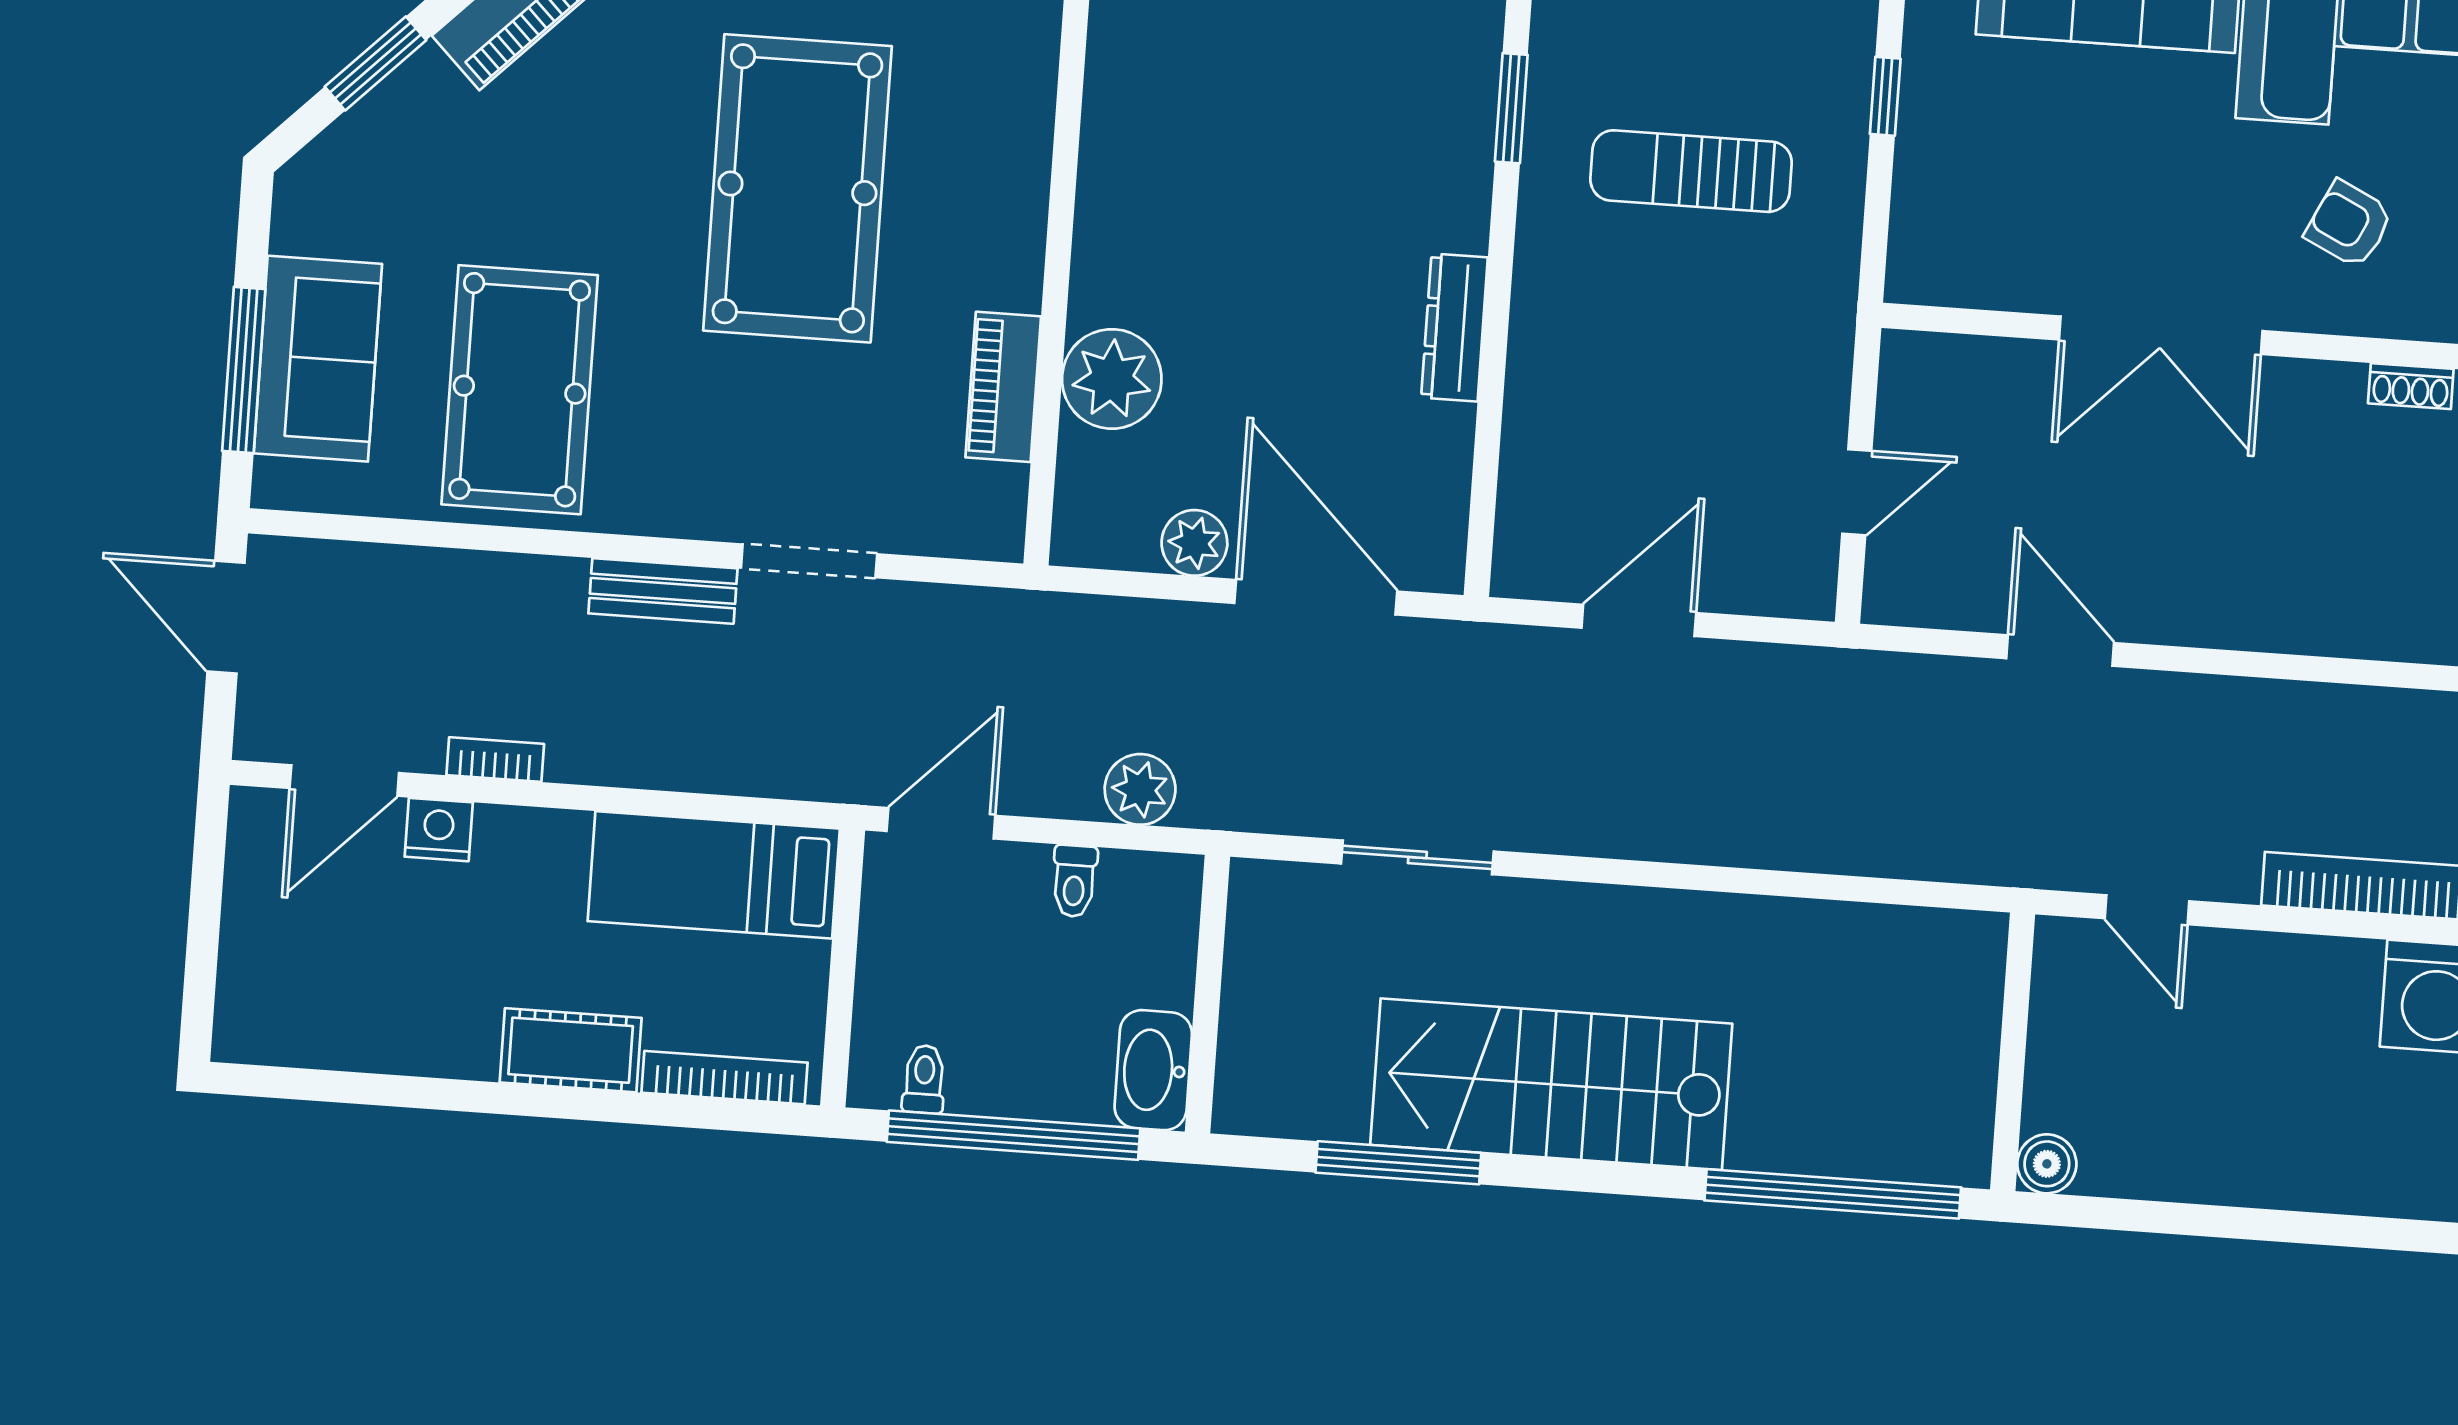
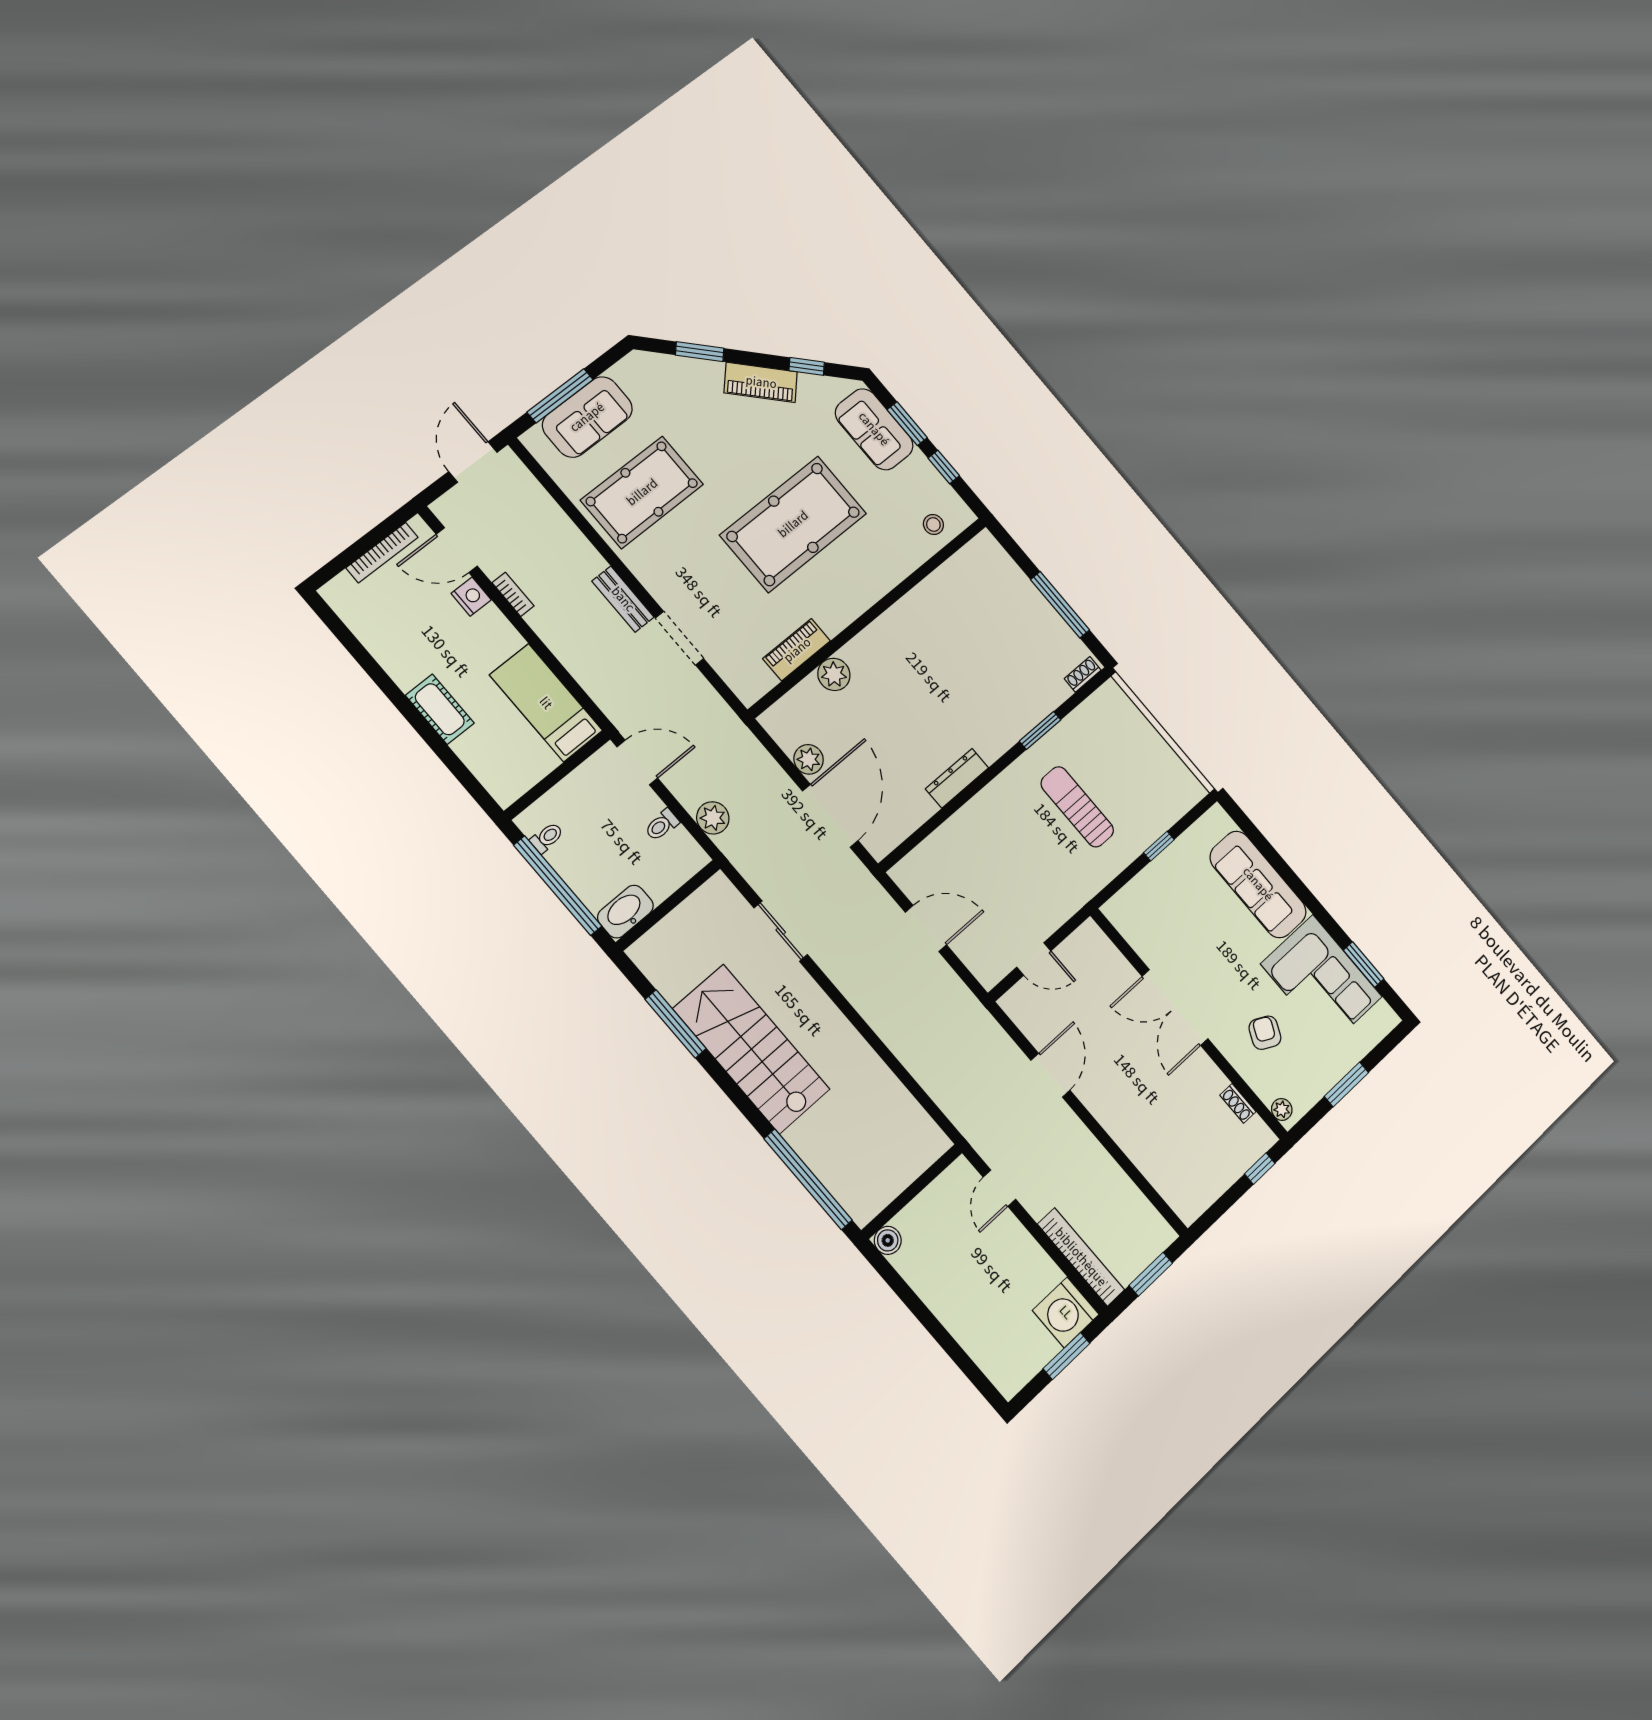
plant: (1112, 379) -> (834, 674), width x0.73, depth x0.73
bookcase: (725, 1078) -> (382, 553), moved, turned 90

